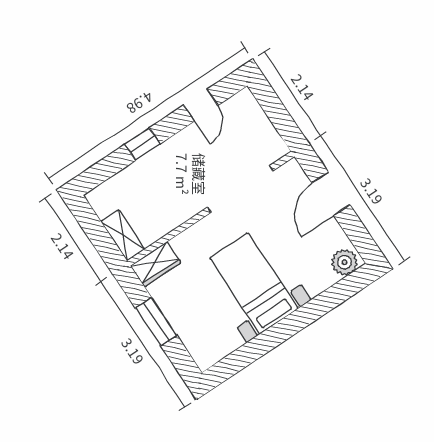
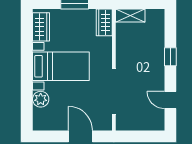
plant: (345, 262) -> (41, 99), moved
wardrobe: (219, 346) -> (41, 27), added

